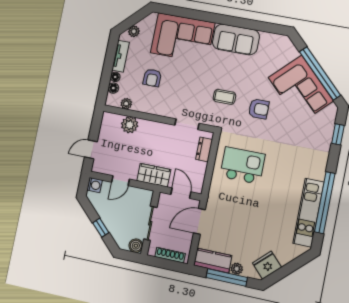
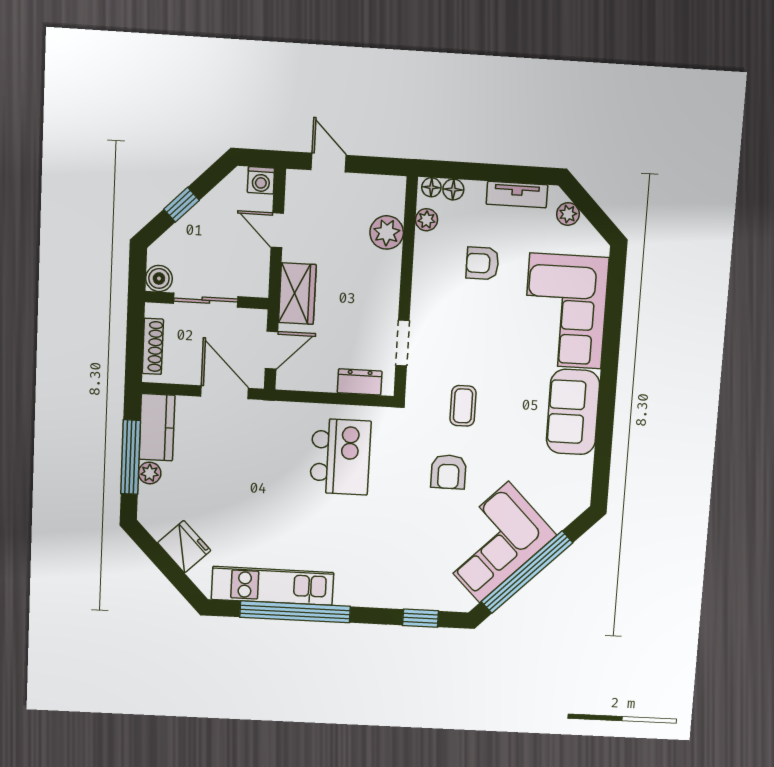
floor lamp: (115, 77) -> (431, 187), moved
fridge: (267, 265) -> (184, 547), moved

